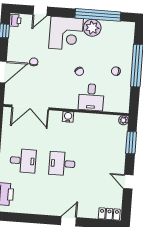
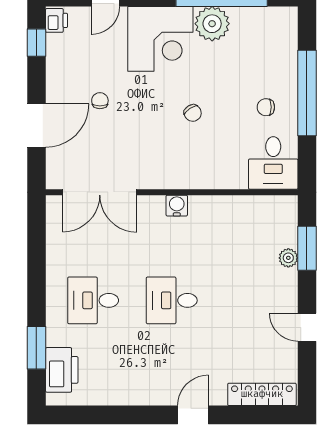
desk: (91, 97) -> (273, 163), moved
plant: (123, 120) -> (288, 258), moved
desk: (23, 161) -> (93, 300), turned 180
locker: (109, 214) -> (262, 394), width x1.53

